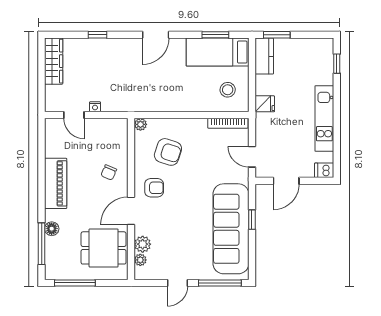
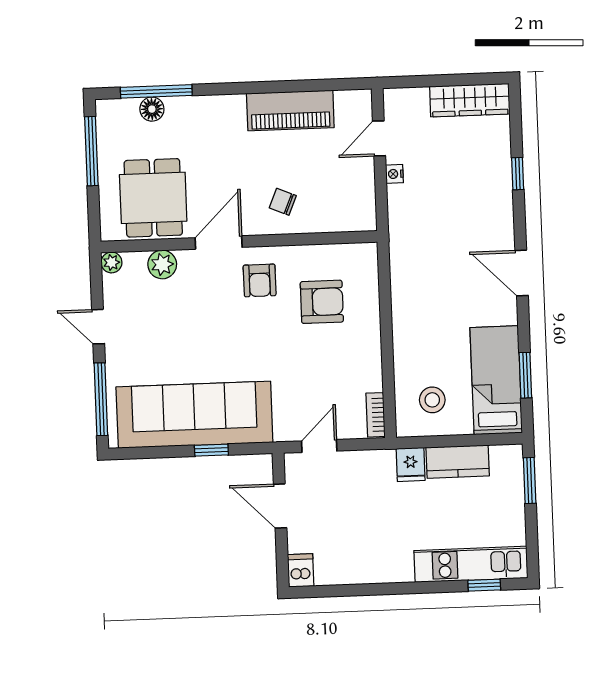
kitchen counter: (264, 56) -> (458, 462), moved
kitchen unit: (324, 119) -> (471, 564), moved
bookcase: (228, 123) -> (375, 415), width x0.64
plant: (140, 124) -> (367, 253), removed
armchair: (168, 152) -> (322, 302), turned -108
piano: (56, 183) -> (290, 110), moved
door: (131, 211) -> (219, 243), hinge flipped
floor lamp: (52, 229) -> (152, 109), moved
plant: (140, 260) -> (112, 262), moved

